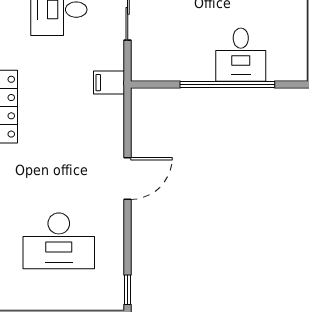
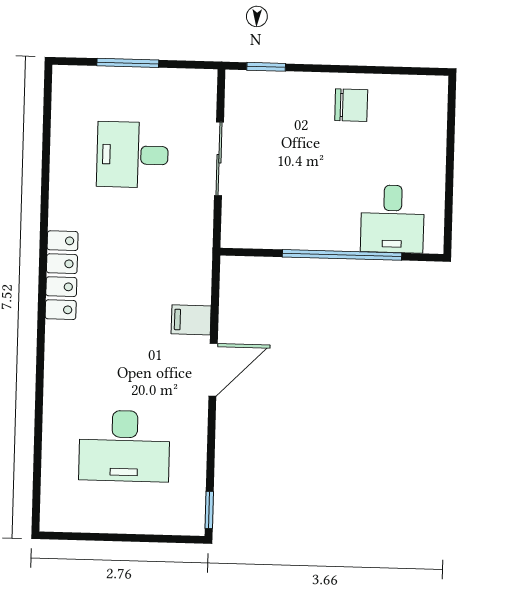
desk: (241, 55) -> (392, 219), moved
filing cabinet: (109, 83) -> (191, 320), moved

